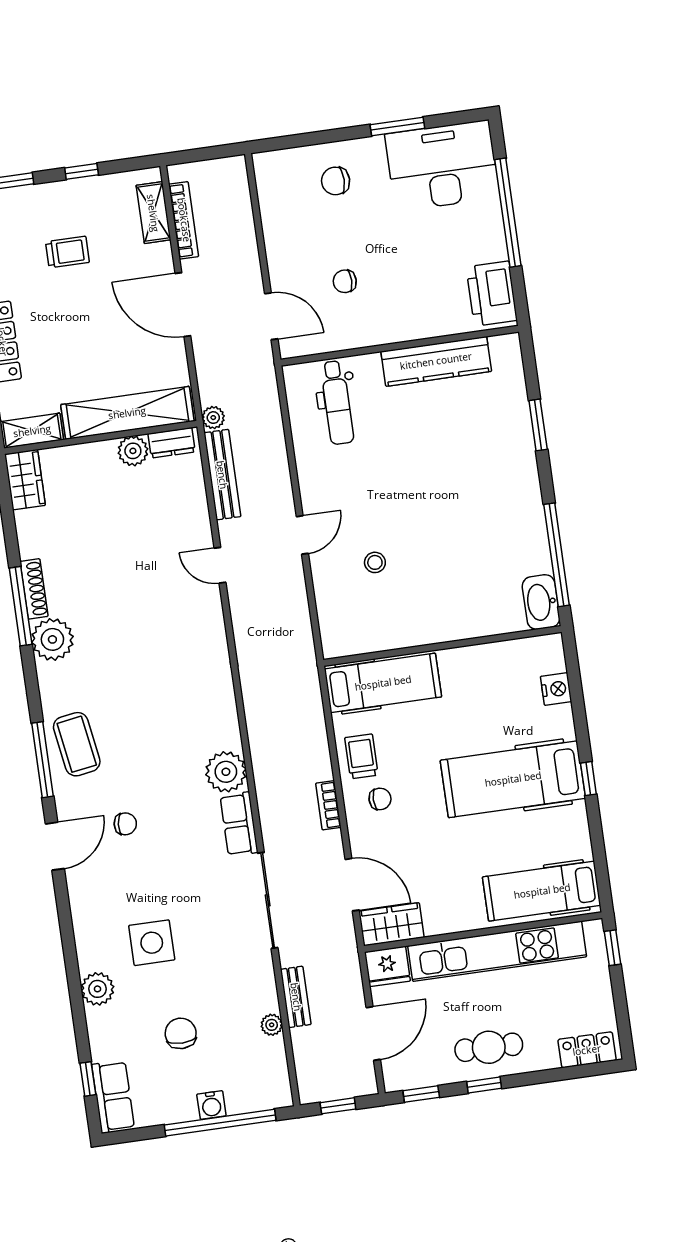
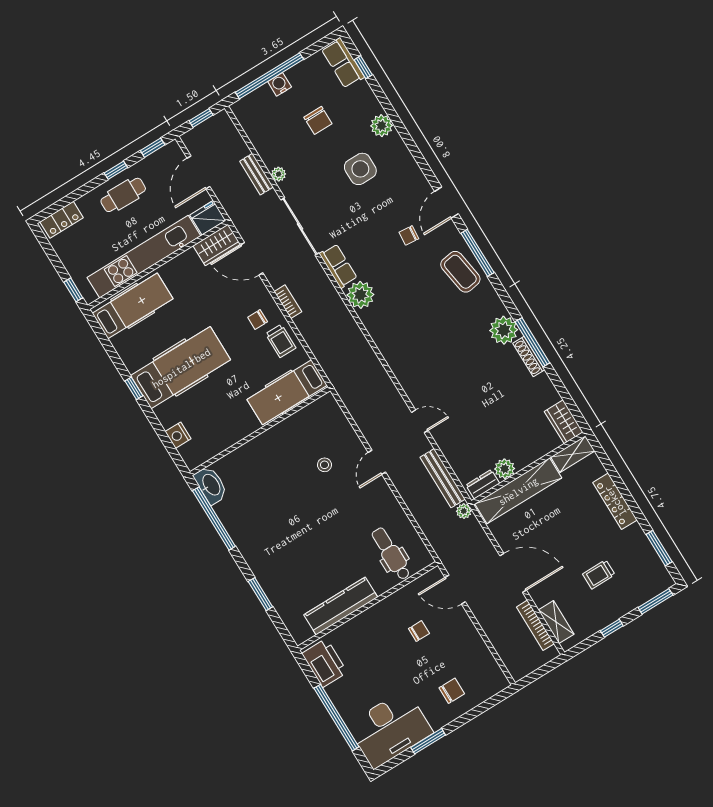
plant: (272, 1025) -> (279, 174), moved

